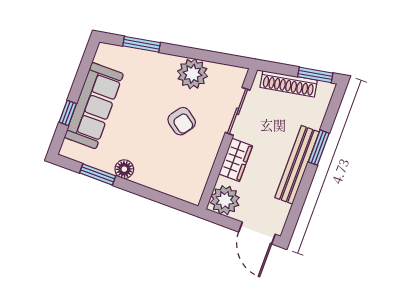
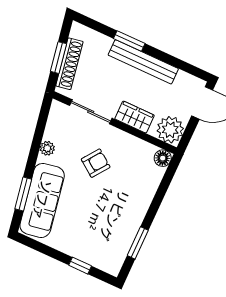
plant: (192, 74) -> (47, 148), width x0.53, depth x0.53
window: (315, 75) -> (58, 58), moved
sofa: (94, 106) -> (42, 200), moved, turned 80
floor lamp: (124, 169) -> (163, 158), moved

